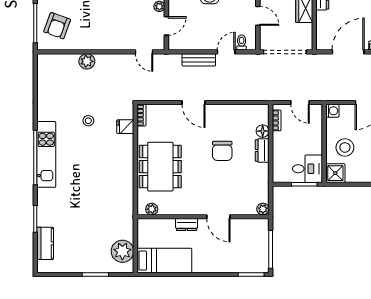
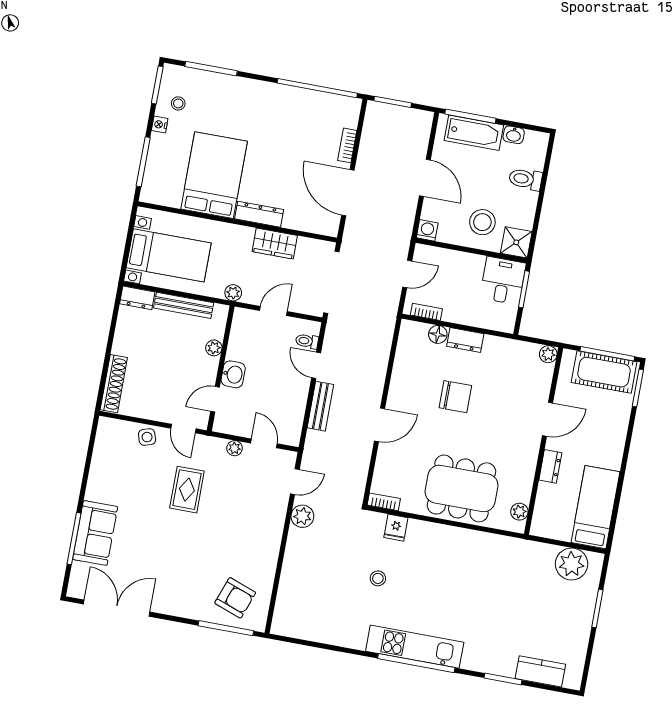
plant: (87, 61) -> (302, 516), moved
cot: (258, 249) -> (604, 372), added

